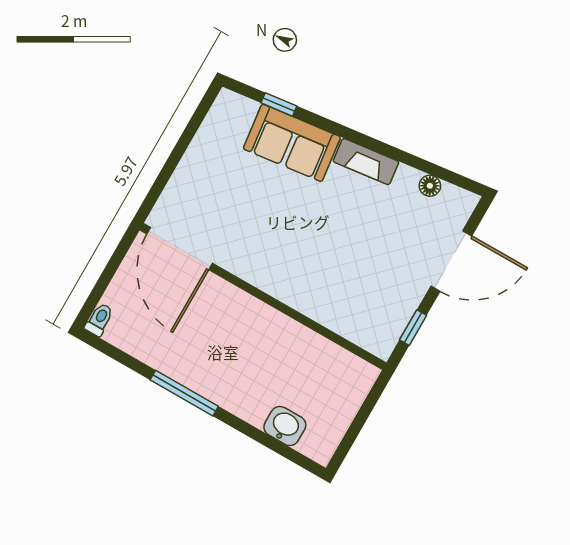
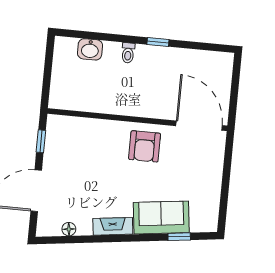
armchair: (270, 254) -> (145, 146), added
toilet: (99, 320) -> (128, 53), moved
window: (184, 393) -> (158, 42), width x0.46

